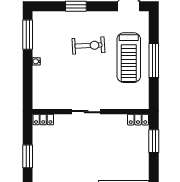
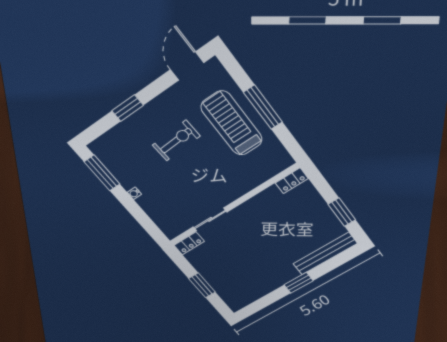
treadmill: (129, 58) -> (232, 123), turned 180
sliding door: (86, 112) -> (210, 219), moved
window: (154, 141) -> (342, 212), moved

